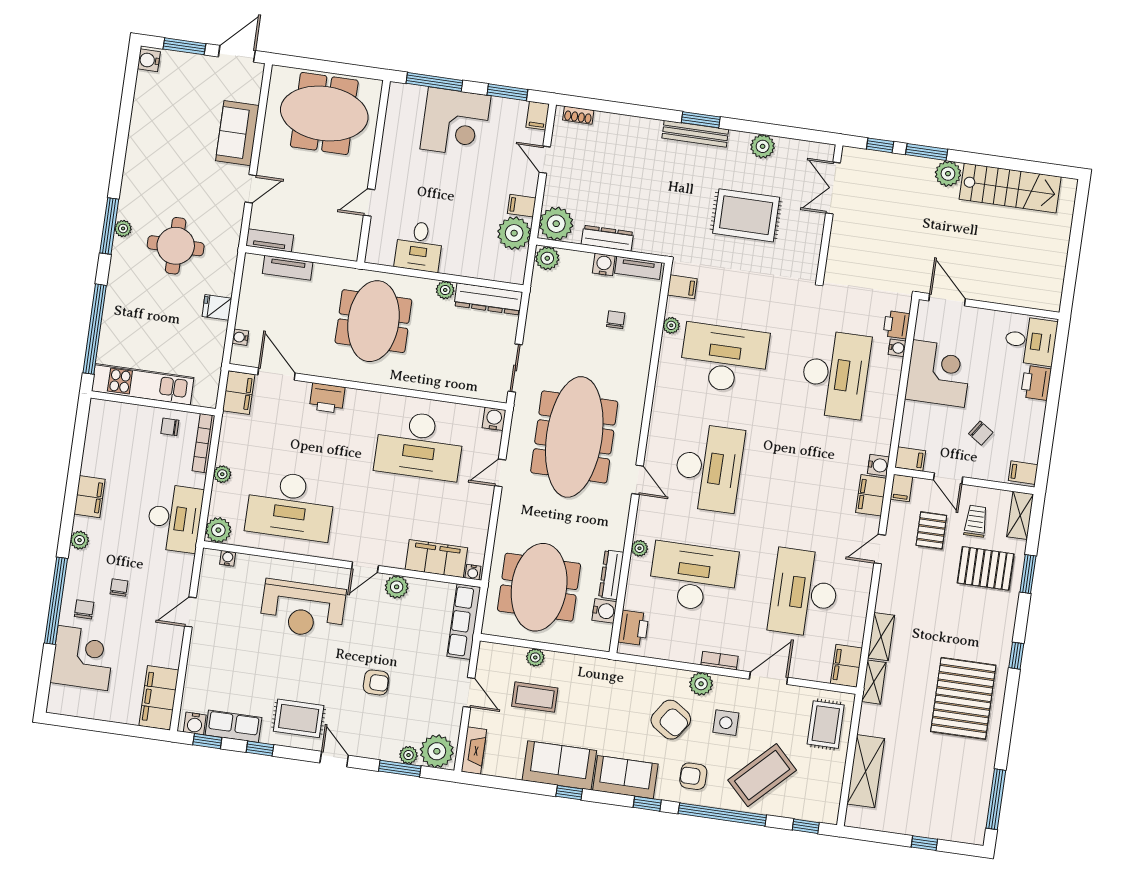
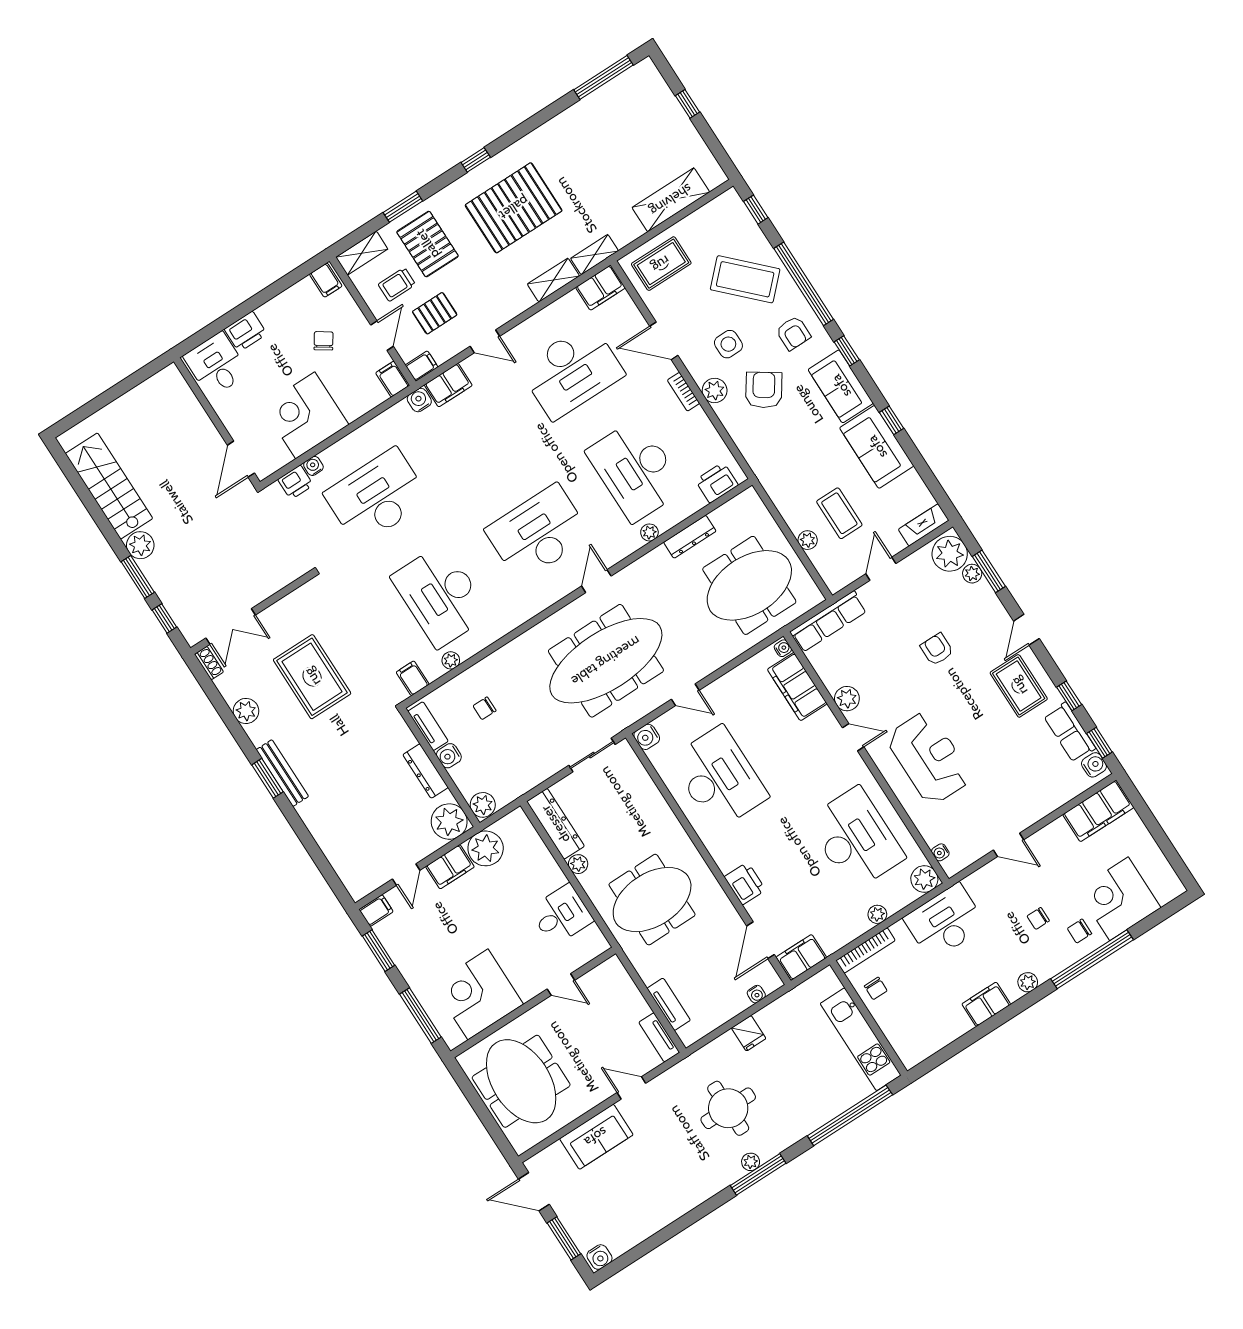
shoe rack: (578, 115) -> (209, 663), moved
corner desk: (456, 122) -> (478, 994), moved, turned -90
filing cabinet: (522, 206) -> (450, 867), width x2.00
water cooler: (604, 611) -> (723, 517), removed
pallet: (963, 698) -> (514, 208), moved

